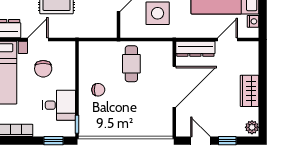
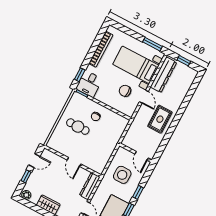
cafe table: (131, 64) -> (78, 127), moved
door: (174, 87) -> (74, 162), width x0.53
desk: (59, 105) -> (89, 84), moved

